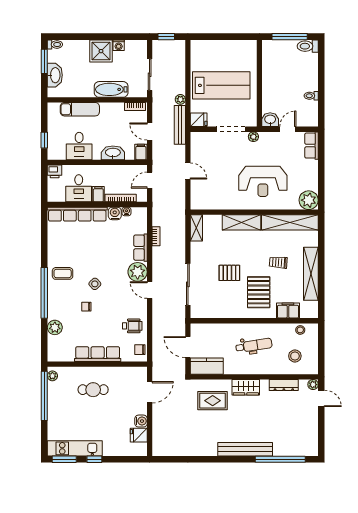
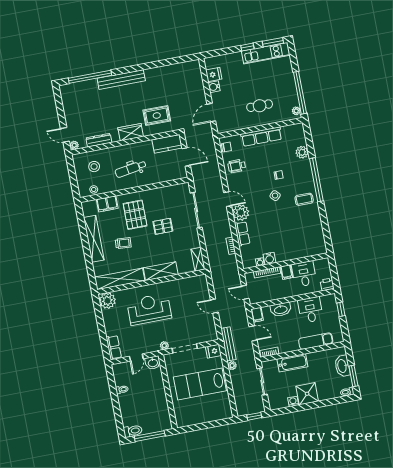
door: (150, 180) -> (245, 292), swing flipped
row of seats: (77, 214) -> (301, 252), removed

